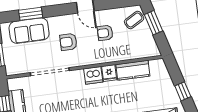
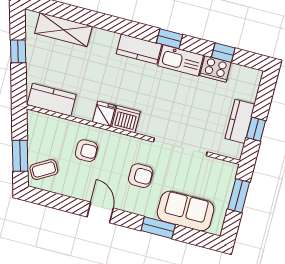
window: (31, 14) -> (158, 228), moved
armchair: (105, 33) -> (86, 151), moved
kitchen counter: (133, 70) -> (52, 100), moved

